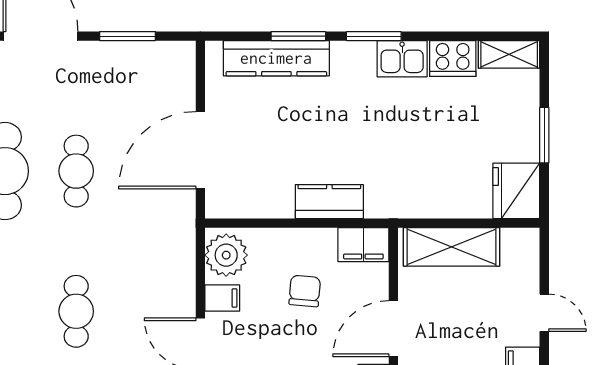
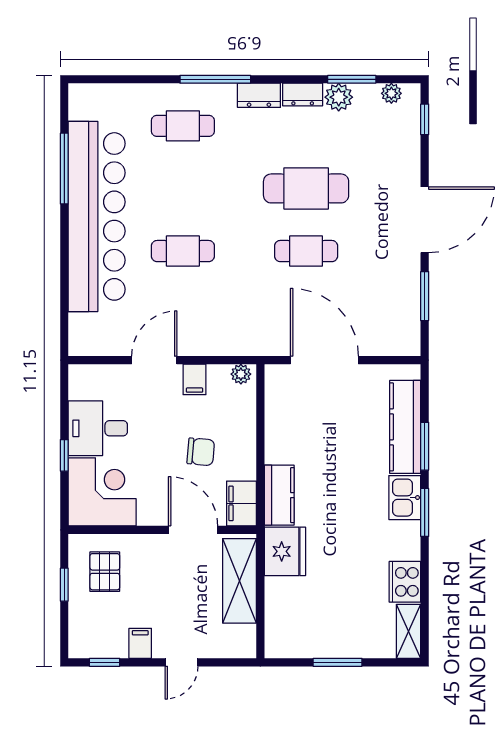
kitchen sink: (402, 59) -> (405, 498), moved
fridge: (516, 191) -> (285, 551), moved, turned 90
kitchen counter: (329, 202) -> (279, 495), moved
plant: (226, 255) -> (241, 374), width x0.53, depth x0.53
door: (393, 329) -> (193, 530), moved

